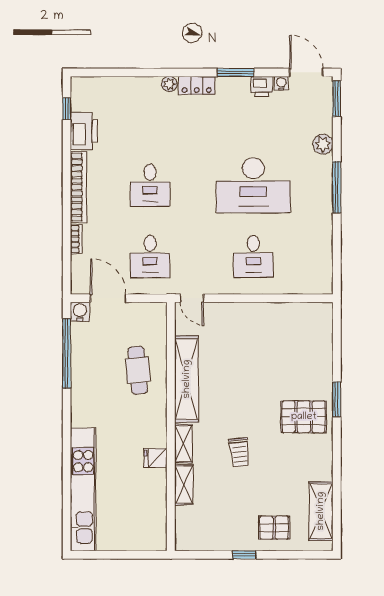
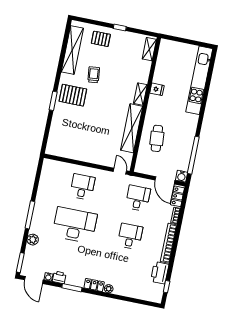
locker: (80, 274) -> (177, 196), added
trolley: (240, 452) -> (94, 75), moved
shelving: (184, 485) -> (149, 49), moved
shelving: (321, 511) -> (72, 50), width x1.47

